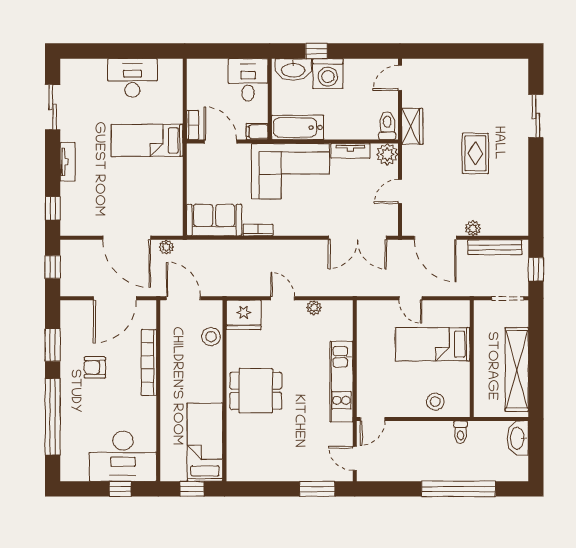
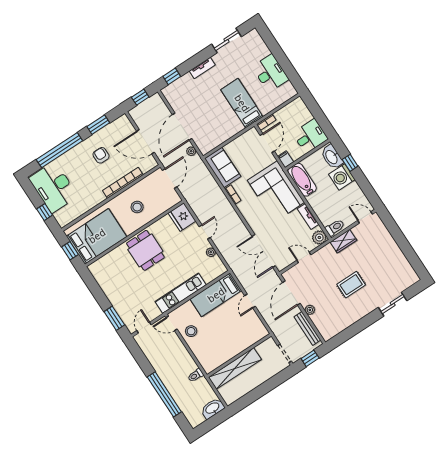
stool: (211, 337) -> (137, 207), moved
bed: (433, 344) -> (216, 295), moved, turned -90
shelving: (517, 369) -> (235, 368), moved
stool: (435, 402) -> (191, 331), moved
bed: (205, 442) -> (97, 236), width x1.50
desk: (123, 456) -> (53, 187), moved

